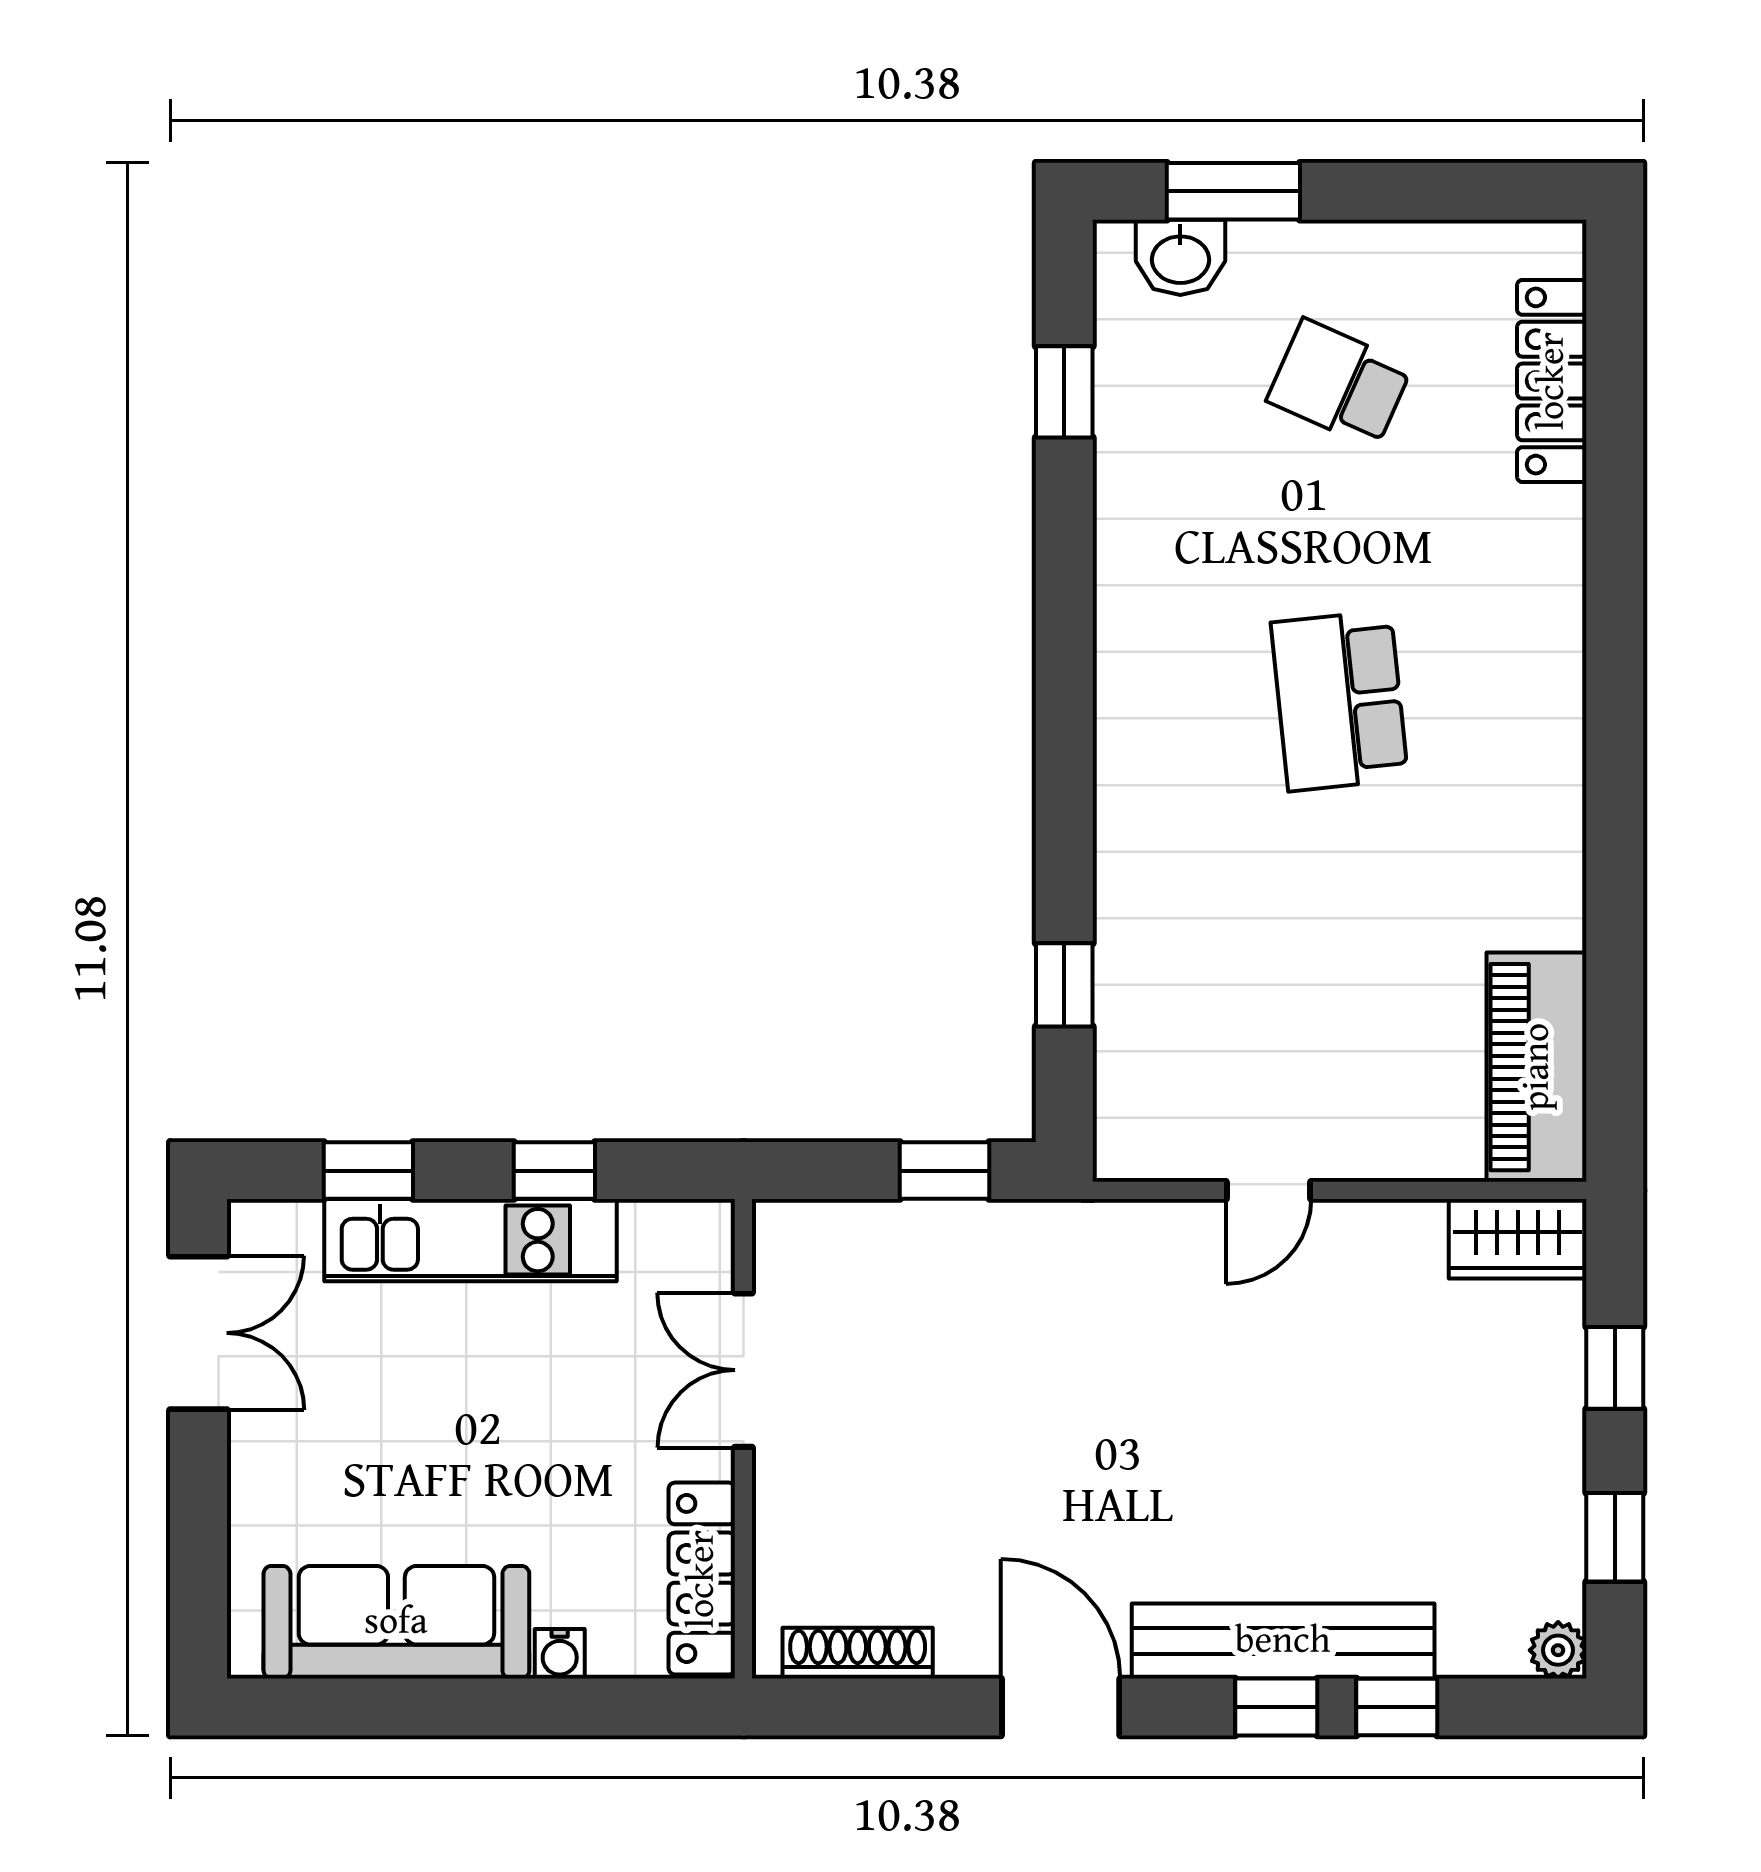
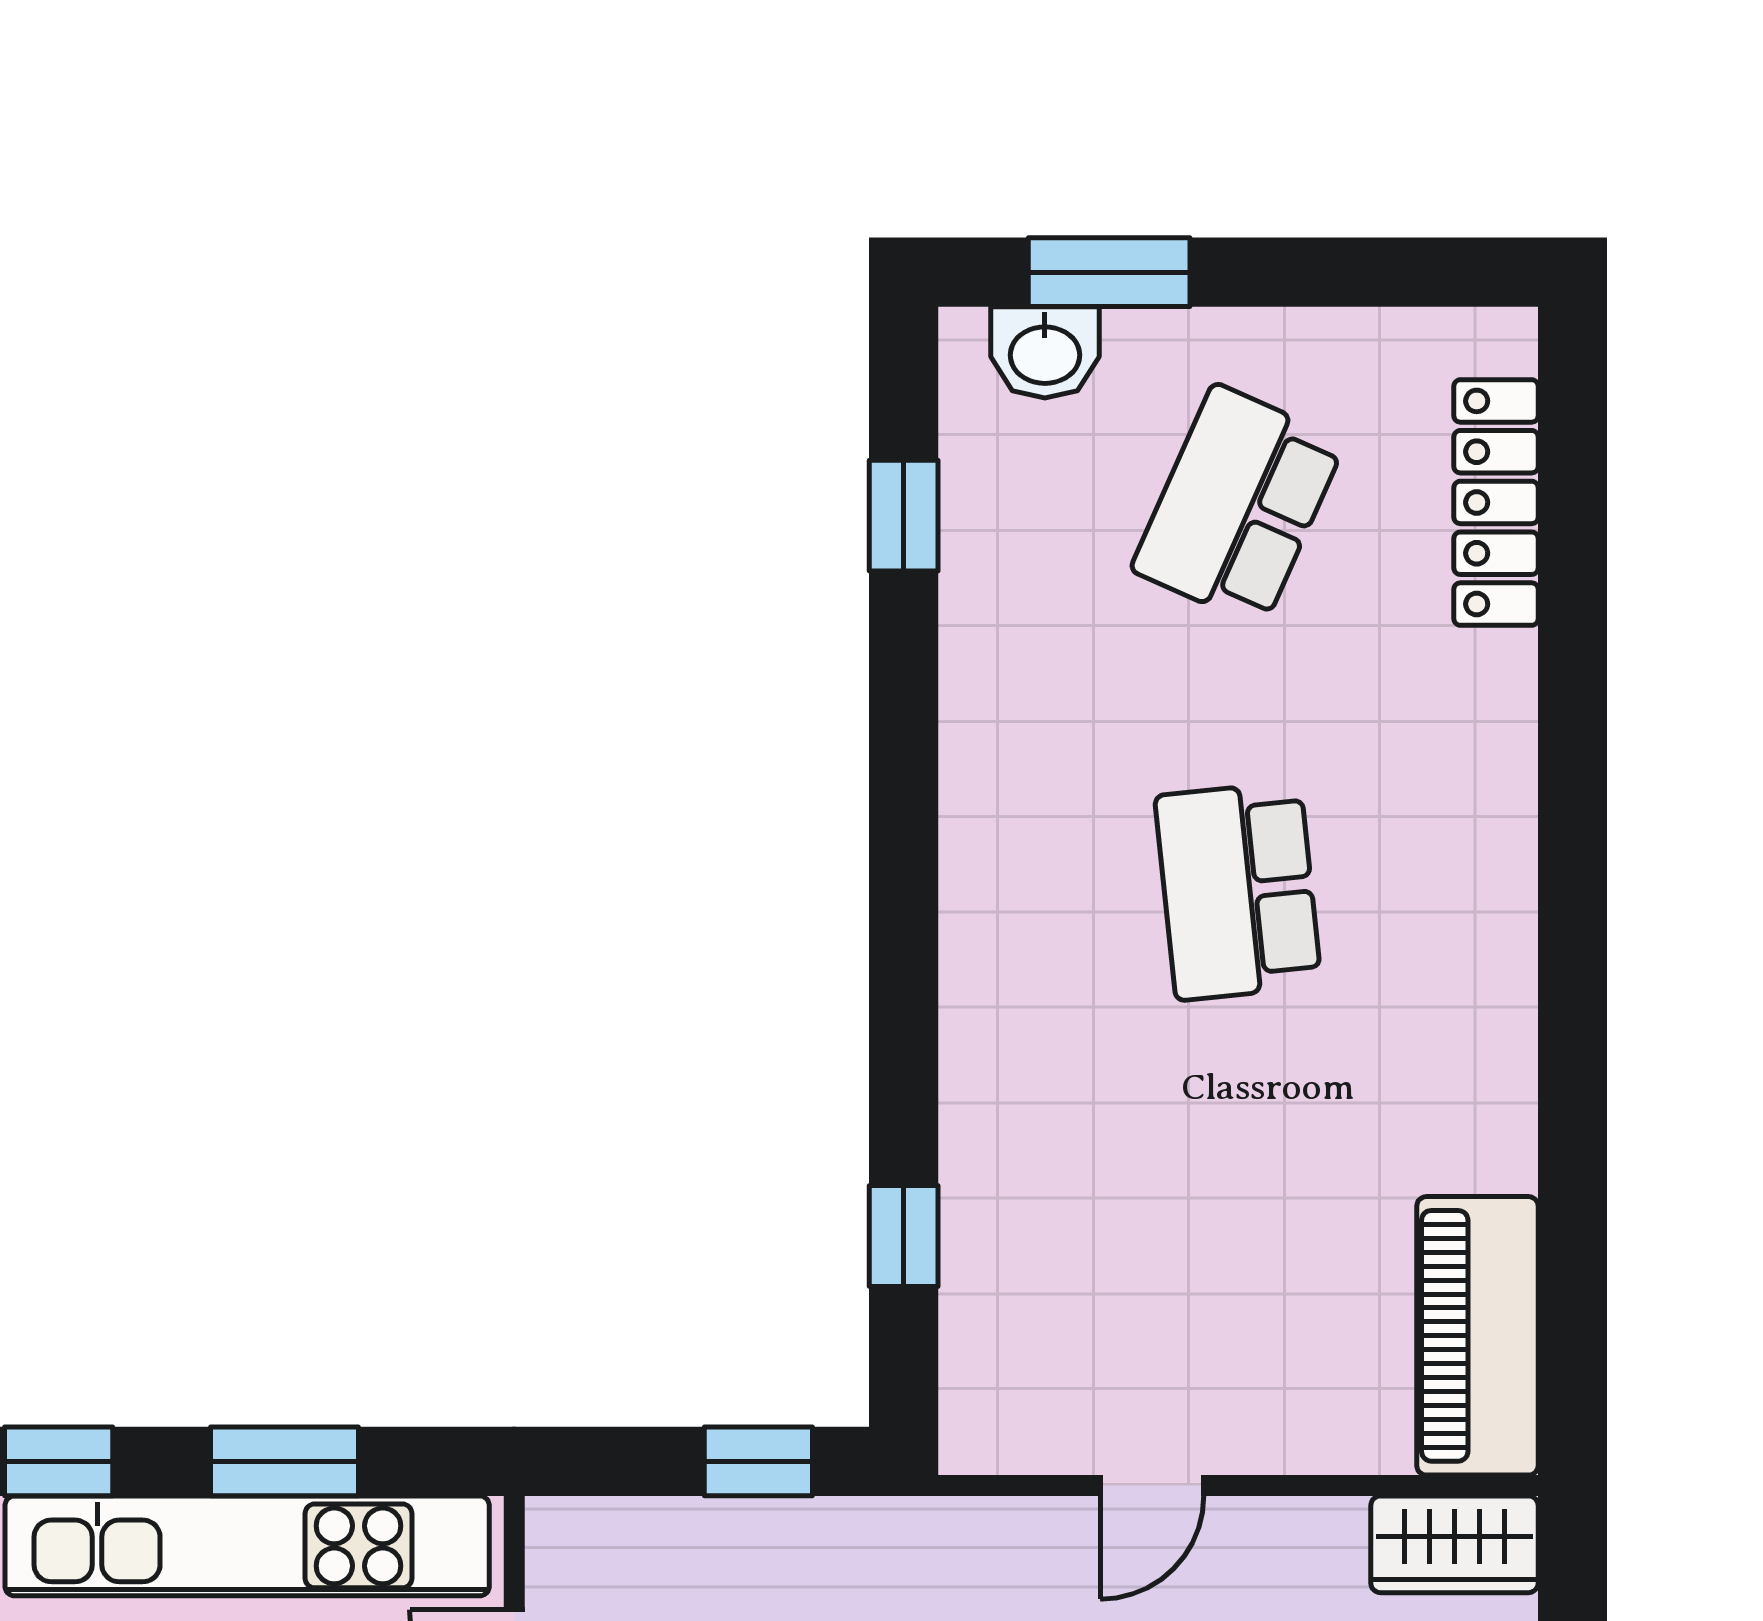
school desk: (1339, 384) -> (1238, 506), width x1.85
window: (554, 1171) -> (284, 1461), width x1.50
kitchen unit: (470, 1240) -> (247, 1546), width x1.36

